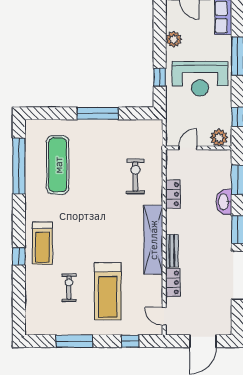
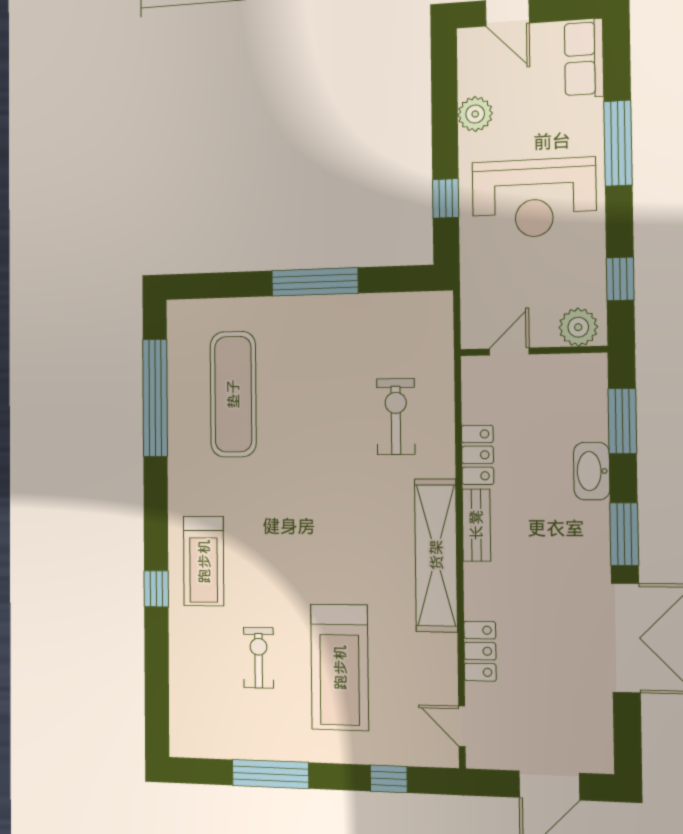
bench: (172, 251) -> (476, 525), moved

